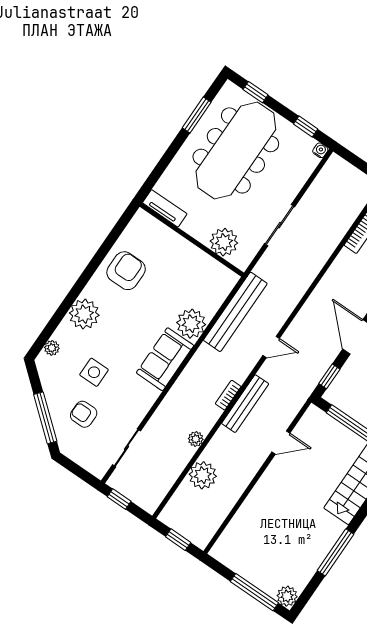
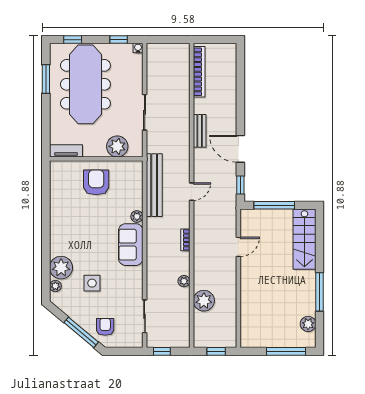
armchair: (126, 271) -> (96, 182), moved
plant: (84, 314) -> (61, 268), moved
plant: (191, 324) -> (137, 216), width x0.53, depth x0.53
bench: (245, 404) -> (200, 131), moved, width x0.73
armchair: (84, 414) -> (105, 327), moved, turned 90
plant: (287, 596) -> (308, 324), moved

